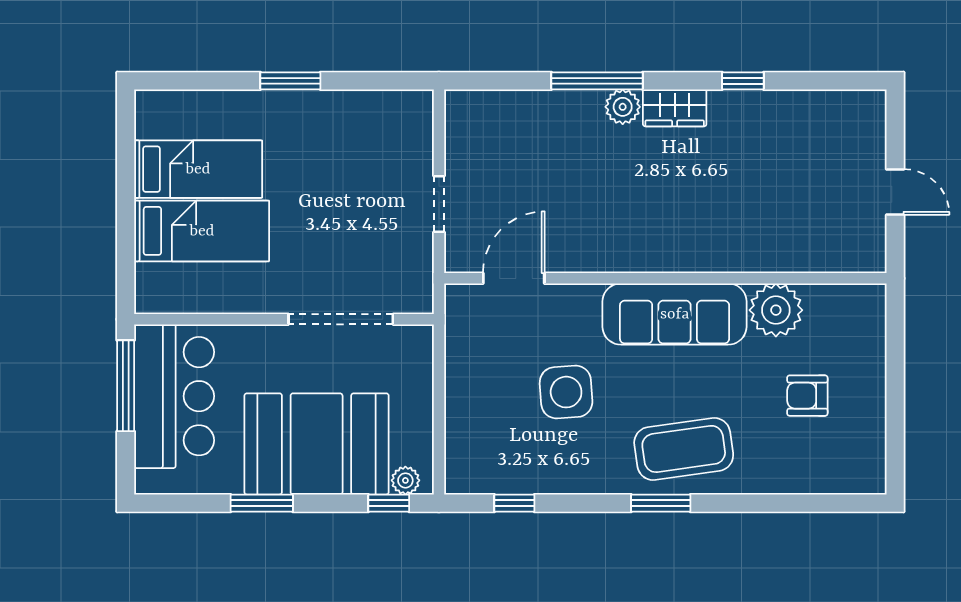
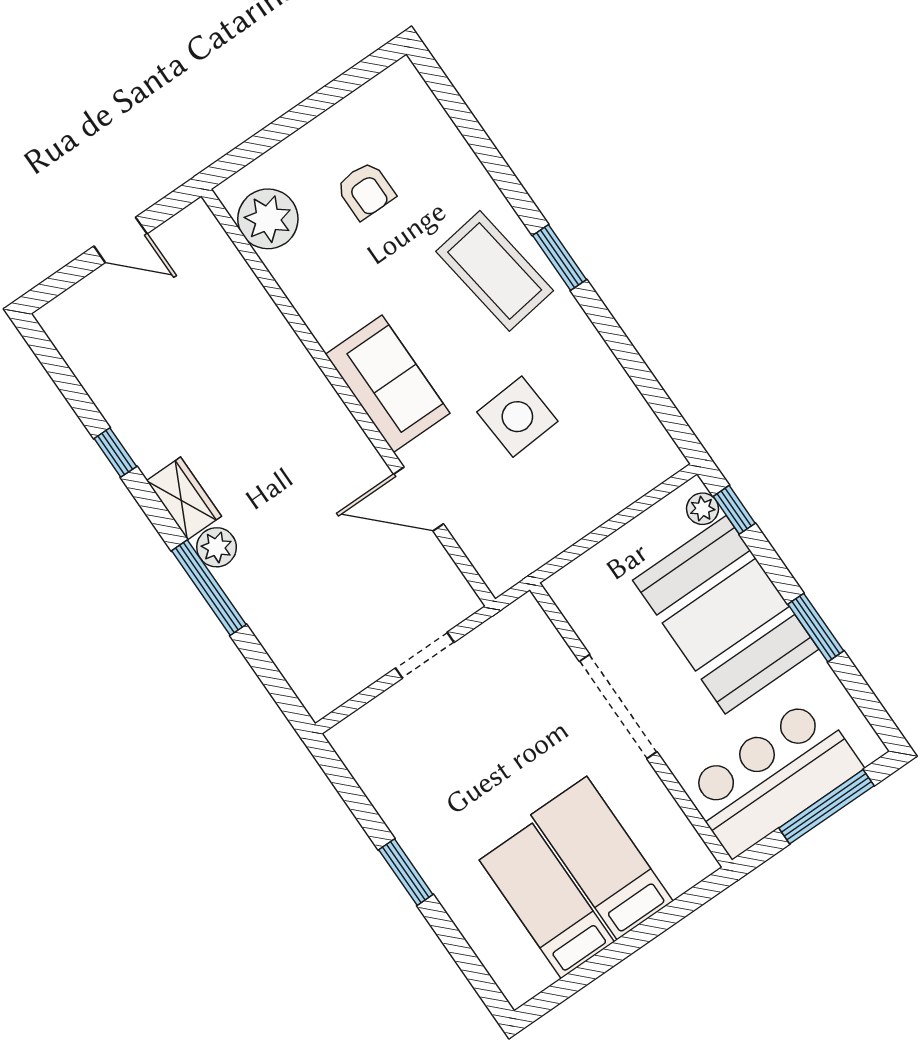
door: (895, 192) -> (120, 240), swing flipped
door: (514, 278) -> (418, 499), moved
plant: (776, 310) -> (268, 219), moved
sofa: (675, 314) -> (388, 384), width x0.73
doorway: (341, 319) -> (618, 707), moved
window: (126, 386) -> (826, 807), moved
window: (514, 503) -> (653, 393), removed

